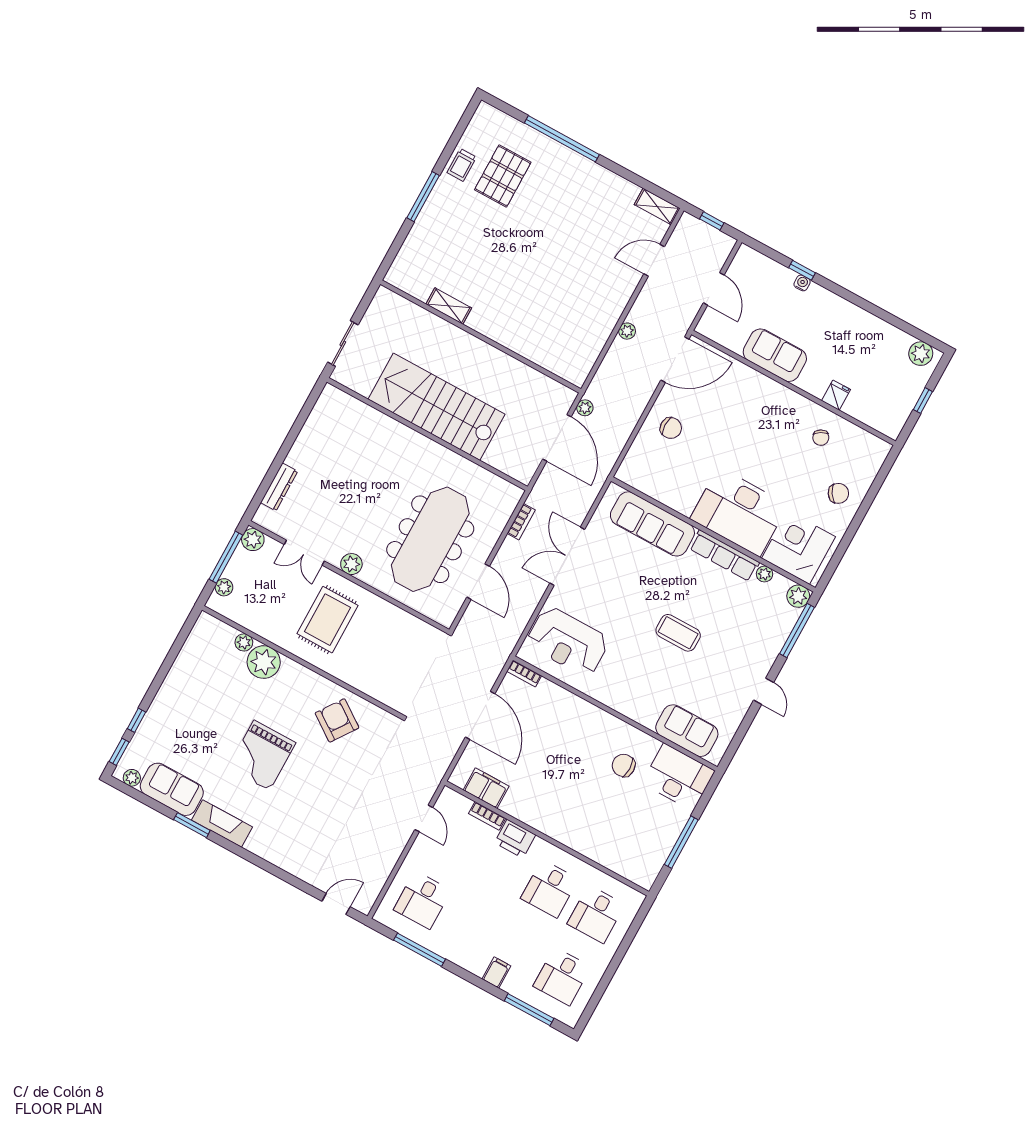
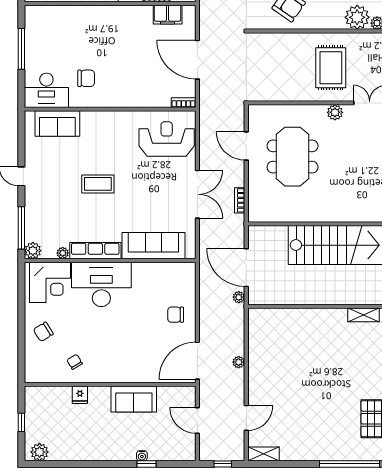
meeting table: (430, 539) -> (293, 157), width x0.73

